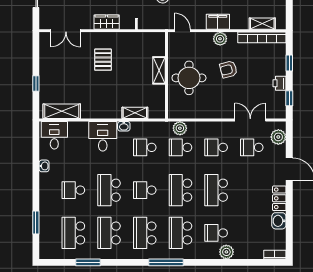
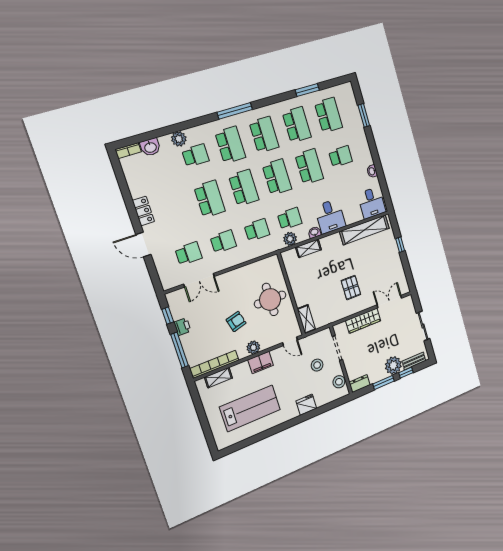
wardrobe: (107, 22) -> (363, 321), width x1.50
window: (289, 63) -> (180, 350), width x2.17
shelving: (159, 70) -> (306, 319), moved
shelving: (62, 111) -> (365, 230), width x1.47
plant: (180, 128) -> (290, 239), moved
plant: (278, 137) -> (166, 273), removed
school desk: (145, 190) -> (277, 177), width x1.85
washbasin: (279, 221) -> (150, 147), moved, turned 90

